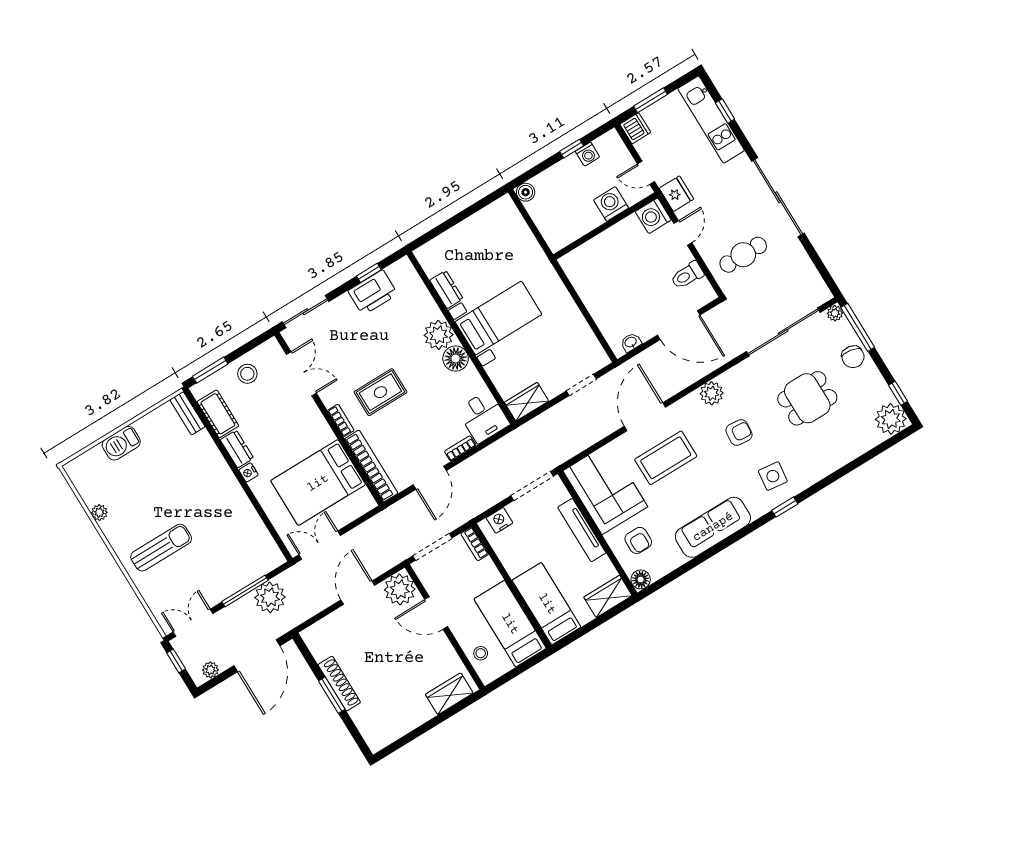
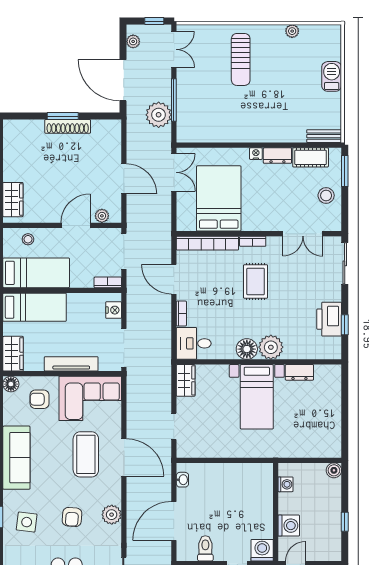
washing machine: (588, 154) -> (285, 484), moved, turned 180
plant: (400, 589) -> (102, 216), width x0.53, depth x0.53

